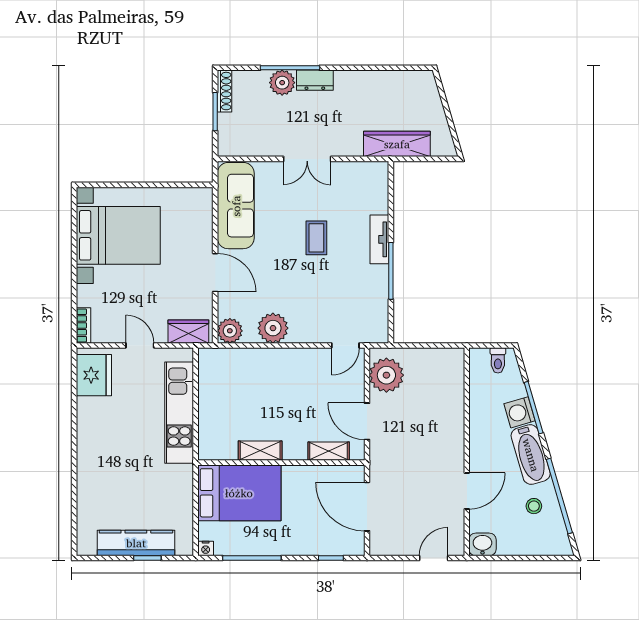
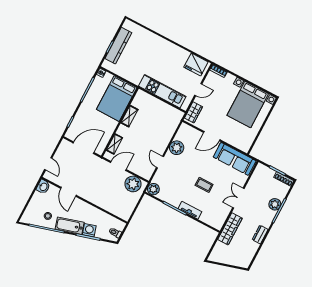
dresser: (315, 80) -> (260, 235), moved
wardrobe: (397, 144) -> (230, 229), moved
plant: (230, 331) -> (153, 189), moved
door: (345, 345) -> (160, 162), moved

